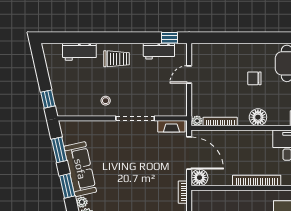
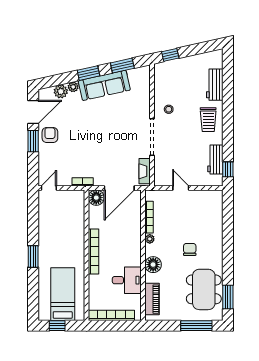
door: (189, 74) -> (181, 188), moved
floor lamp: (258, 117) -> (153, 265), moved
plant: (197, 121) -> (150, 239), moved

